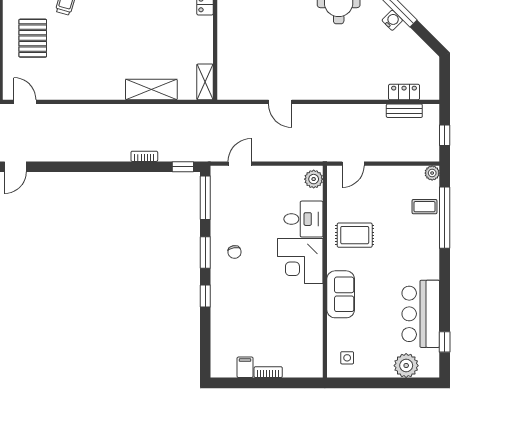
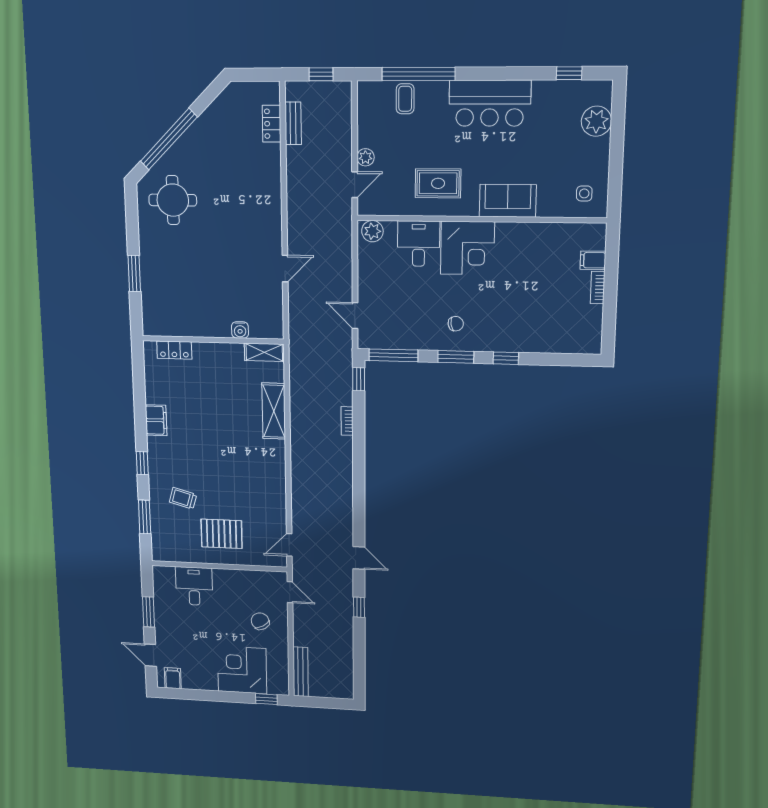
water cooler: (392, 20) -> (240, 330), moved, turned -135
door: (353, 164) -> (355, 185), hinge flipped
plant: (432, 173) -> (365, 157), moved
rug: (355, 235) -> (438, 183), turned 90
bar counter: (421, 314) -> (490, 103), moved
filing cabinet: (245, 367) -> (593, 260), moved

